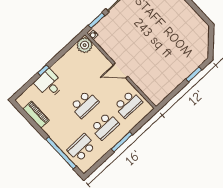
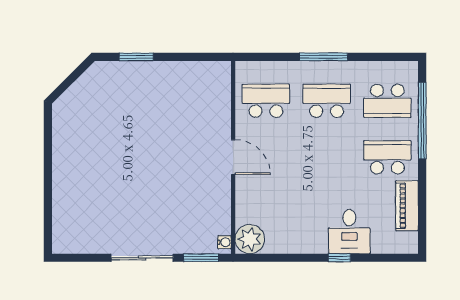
school desk: (84, 104) -> (387, 157), moved

